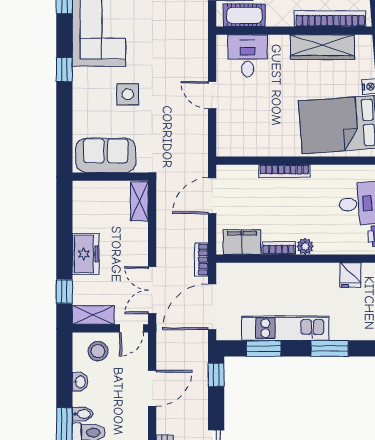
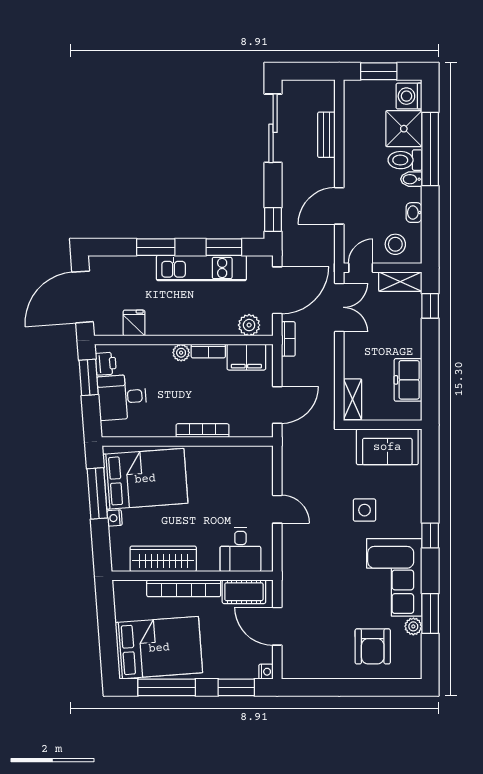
bookcase: (330, 19) -> (184, 588), moved
freezer: (86, 254) -> (408, 380), moved
plant: (239, 273) -> (249, 325), added

